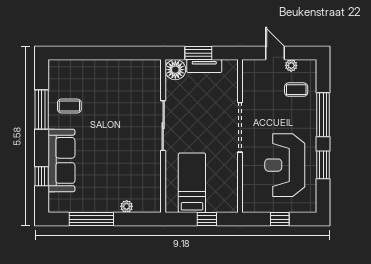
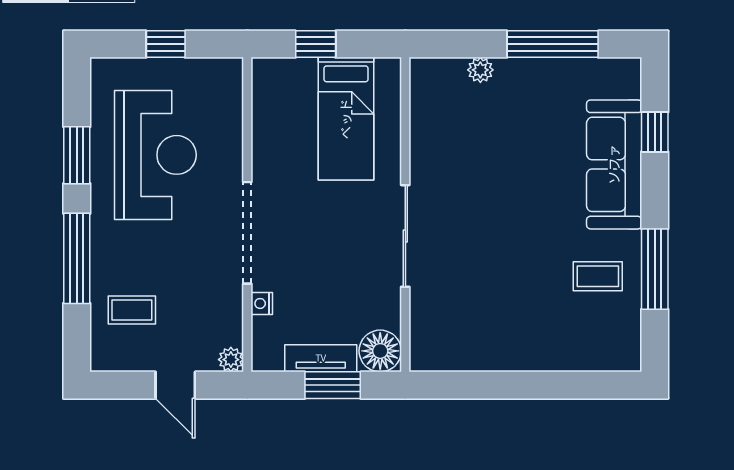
plant: (291, 65) -> (231, 360), moved
nightstand: (233, 93) -> (262, 303), added

